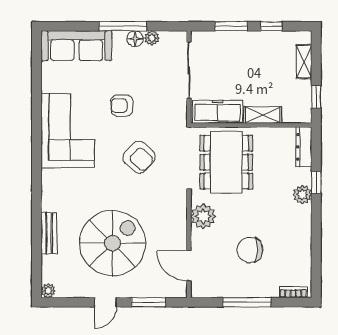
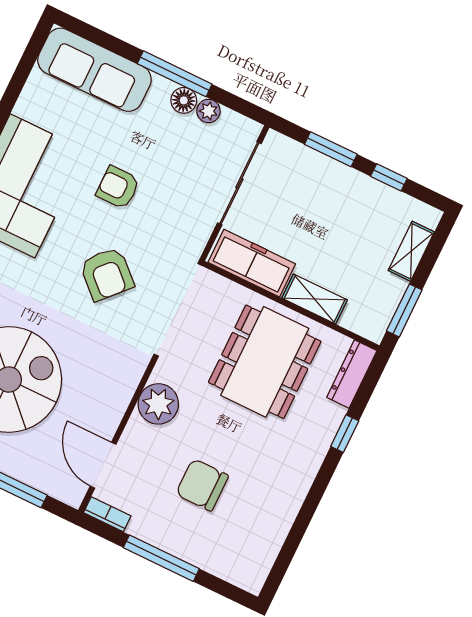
window: (316, 97) -> (404, 310), width x1.50
dining table: (226, 162) -> (265, 362), moved
plant: (302, 195) -> (316, 442), removed
bookcase: (293, 292) -> (107, 514), moved

